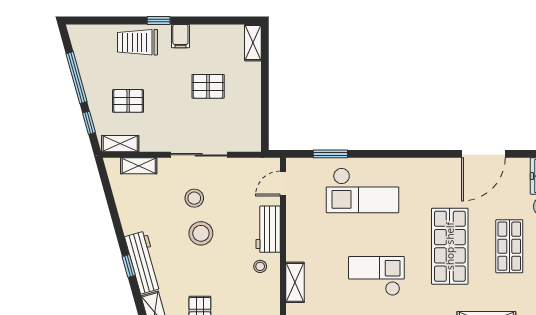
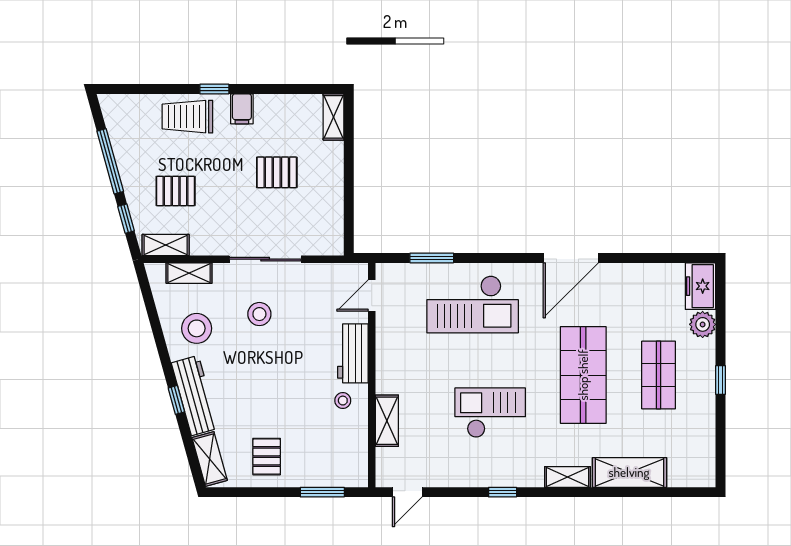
door: (483, 154) -> (571, 258), moved
stool: (201, 233) -> (197, 328), moved

